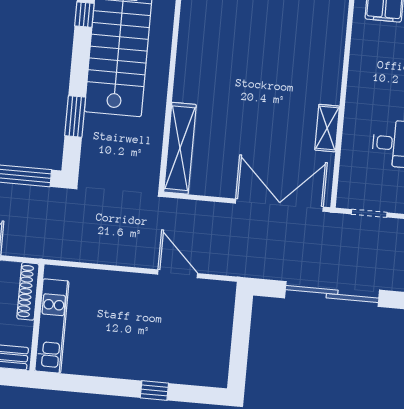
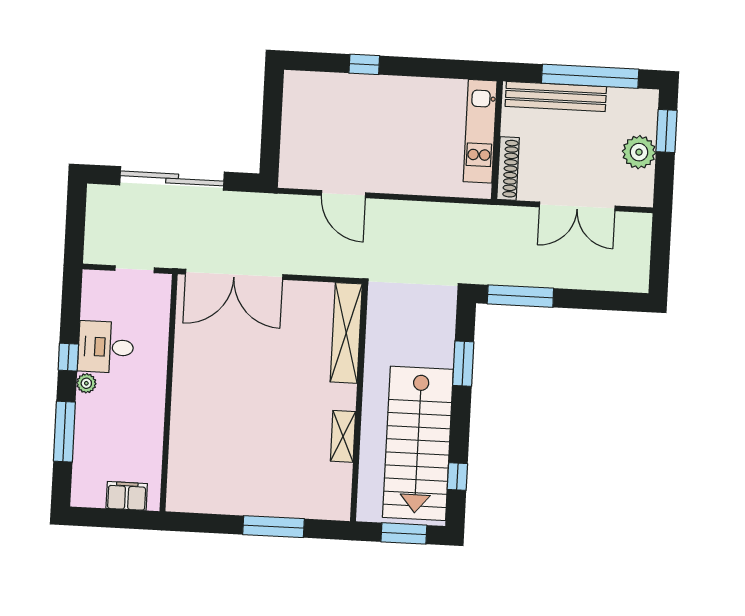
shelving: (327, 128) -> (343, 436), moved

